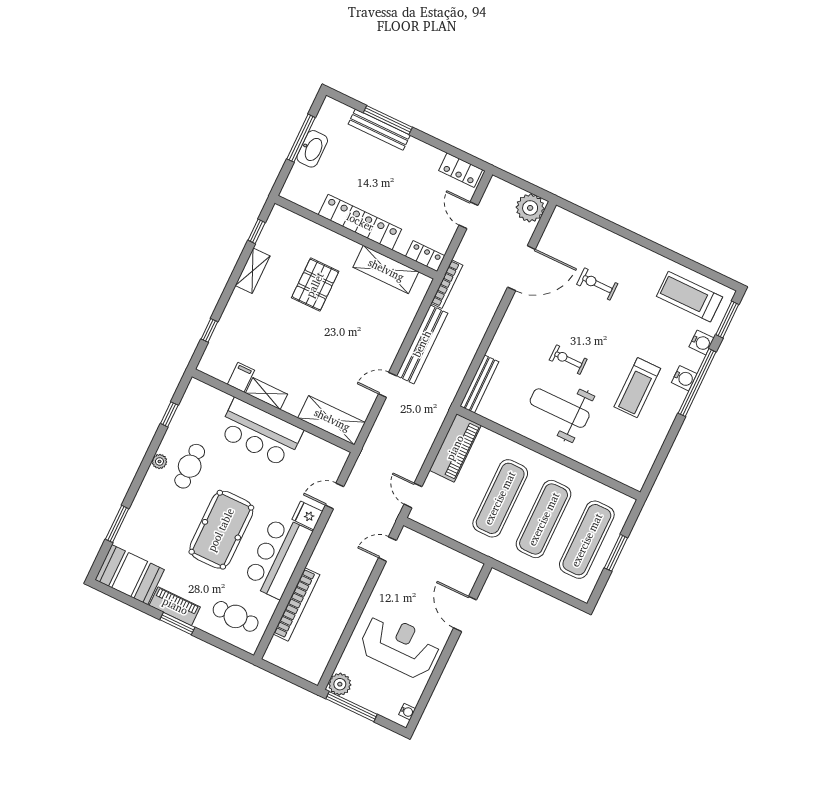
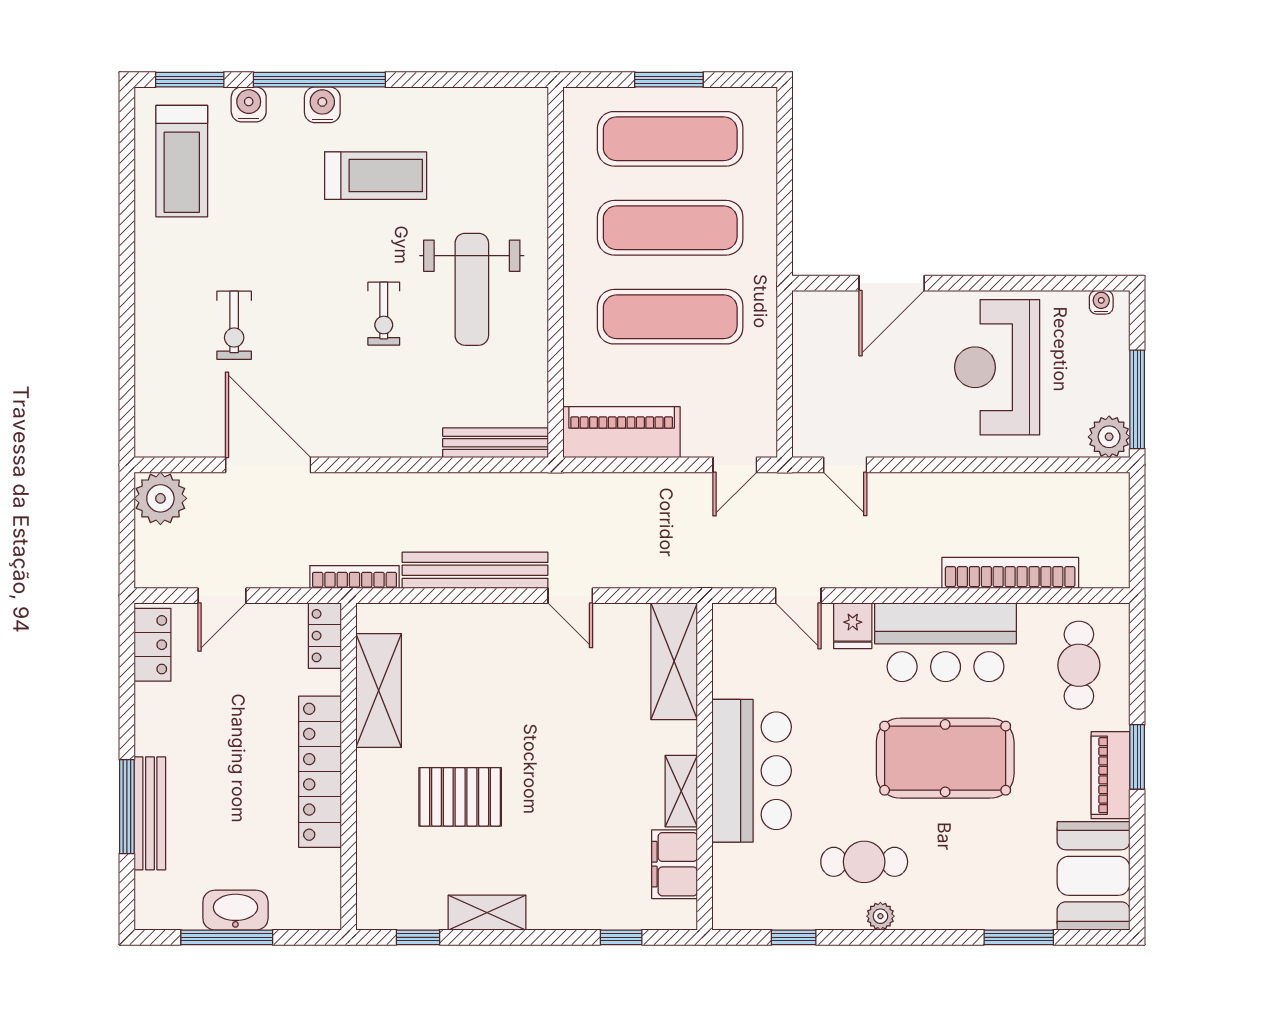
filing cabinet: (241, 377) -> (675, 864), width x2.00

